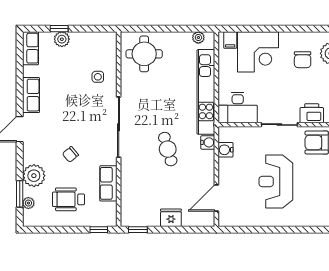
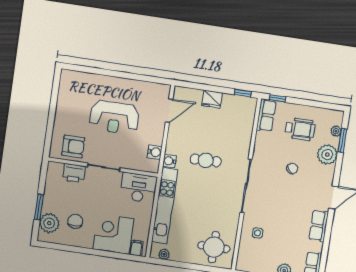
cafe table: (168, 149) -> (206, 160), turned -75
reception desk: (276, 181) -> (114, 117), turned 90
row of seats: (108, 183) -> (266, 115), moved

